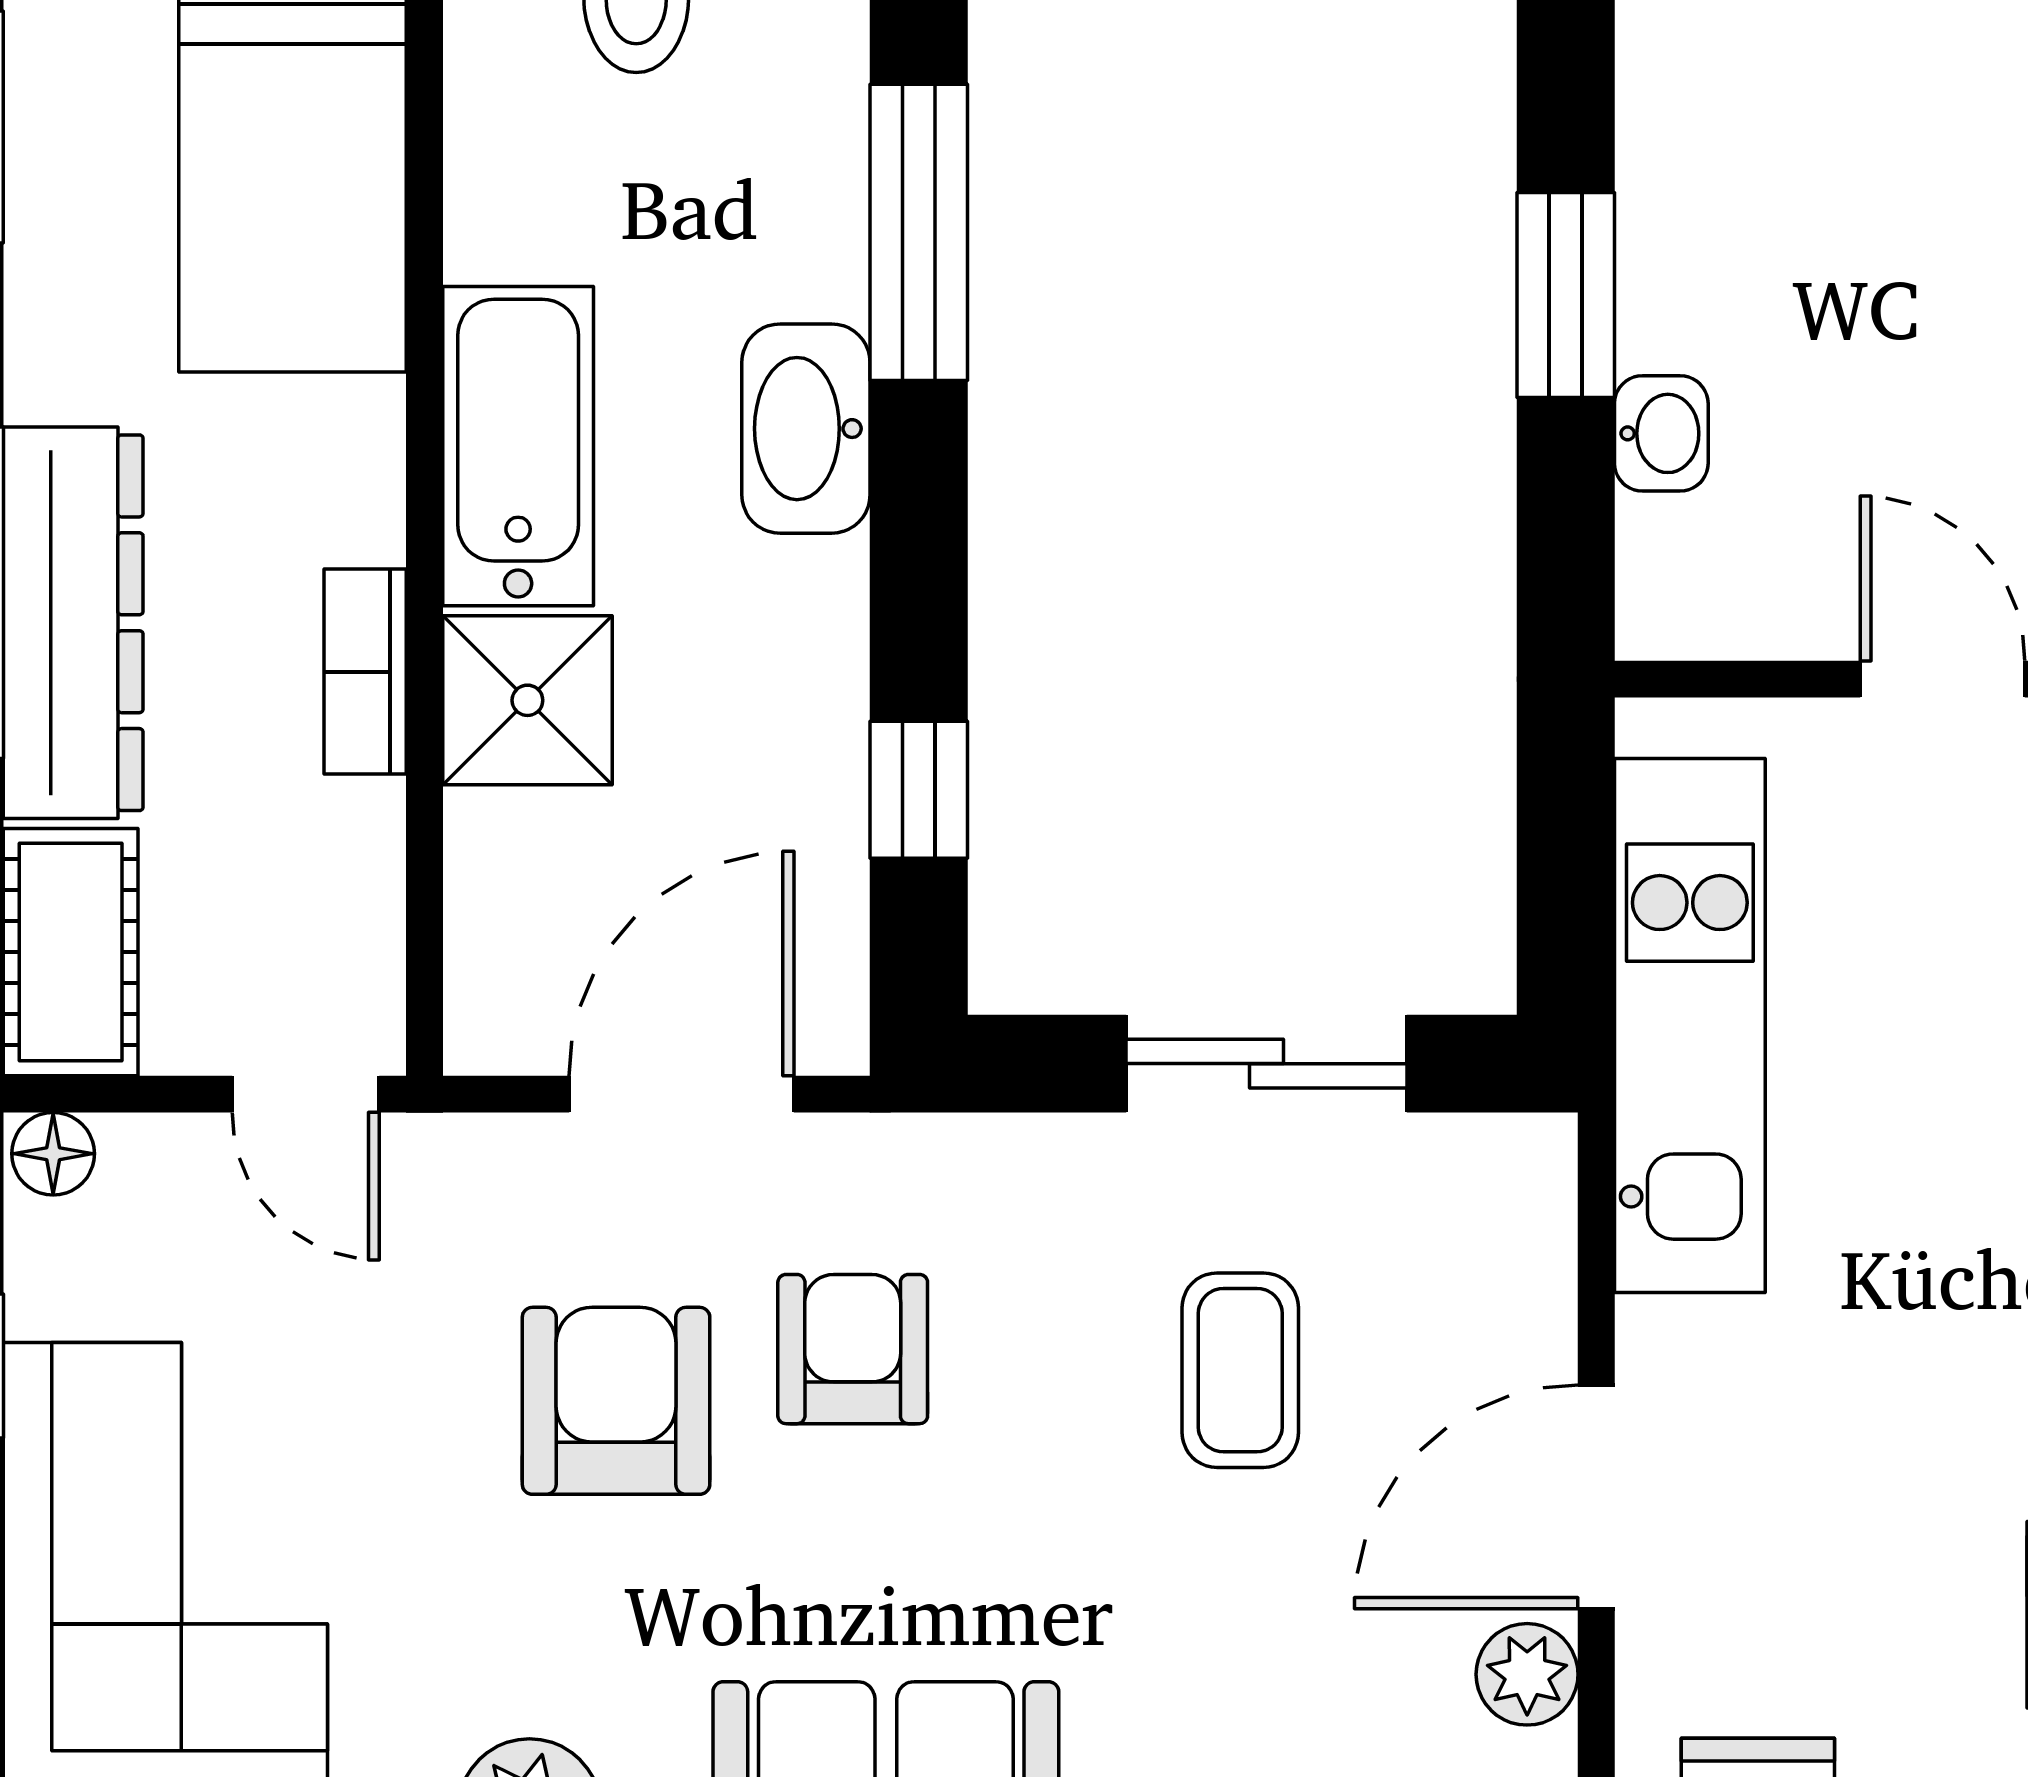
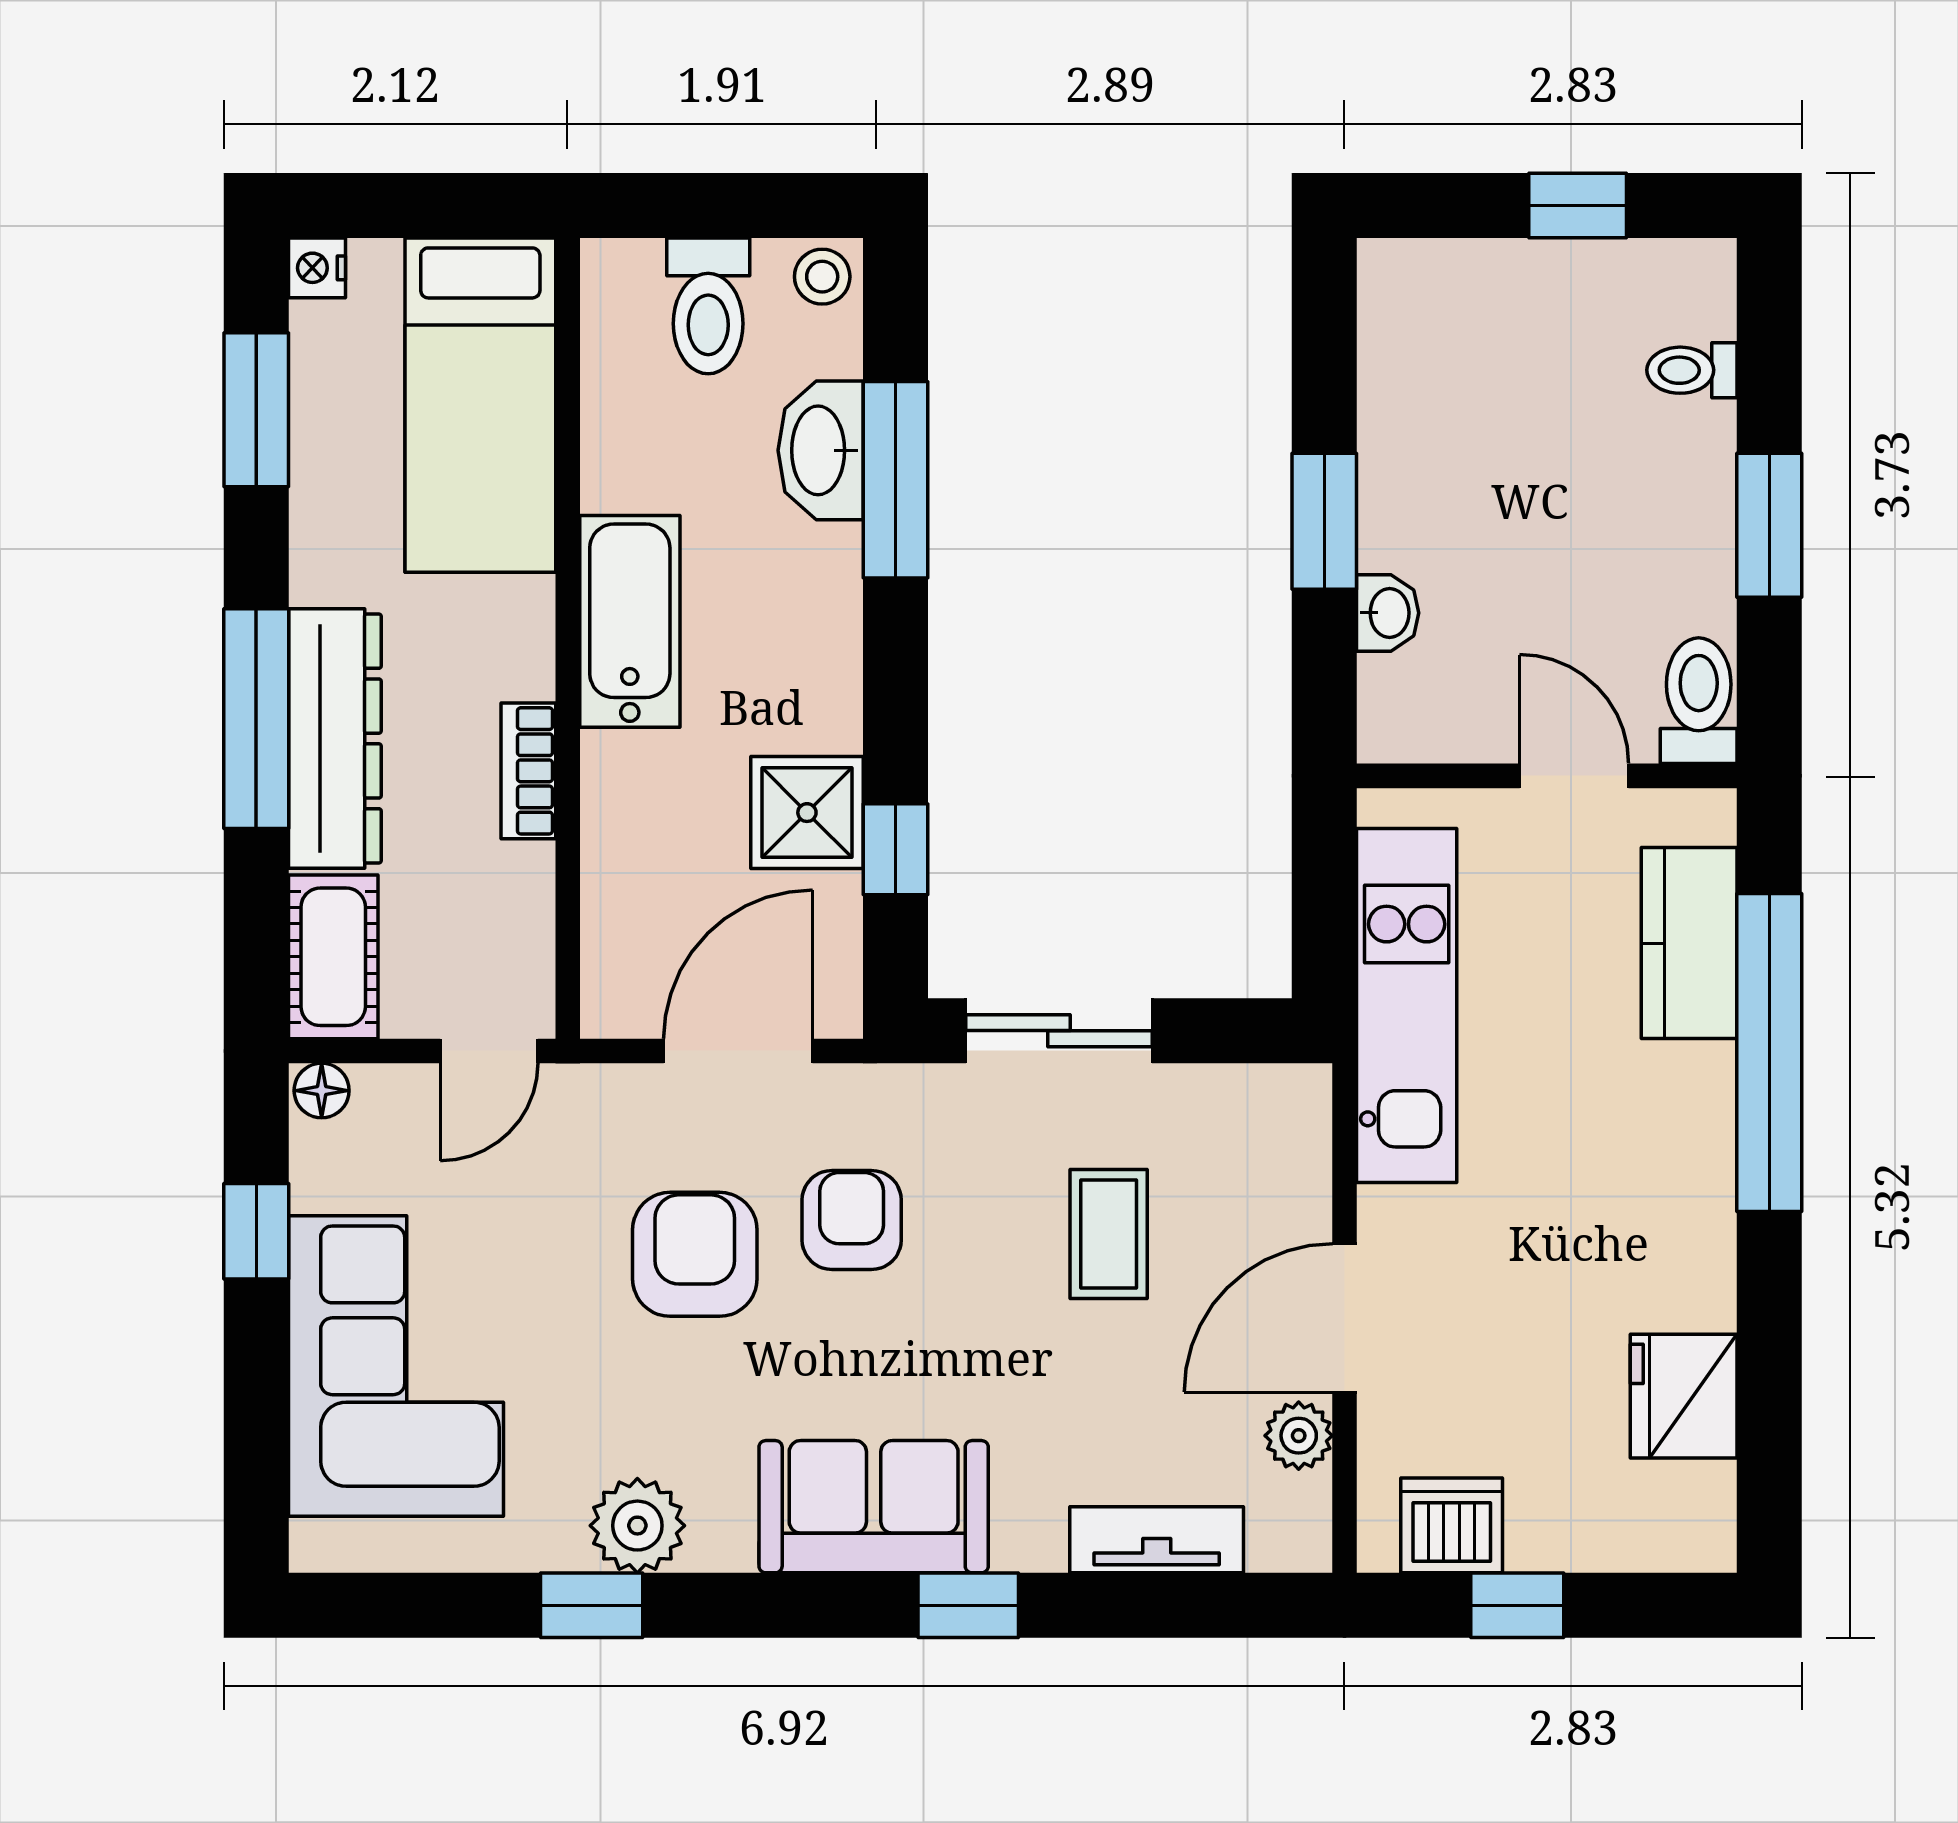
washbasin: (806, 429) -> (821, 450), moved
shower: (527, 700) -> (807, 813), moved
sliding door: (1266, 1064) -> (1059, 1031), moved
door: (306, 1094) -> (489, 1051), hinge flipped

